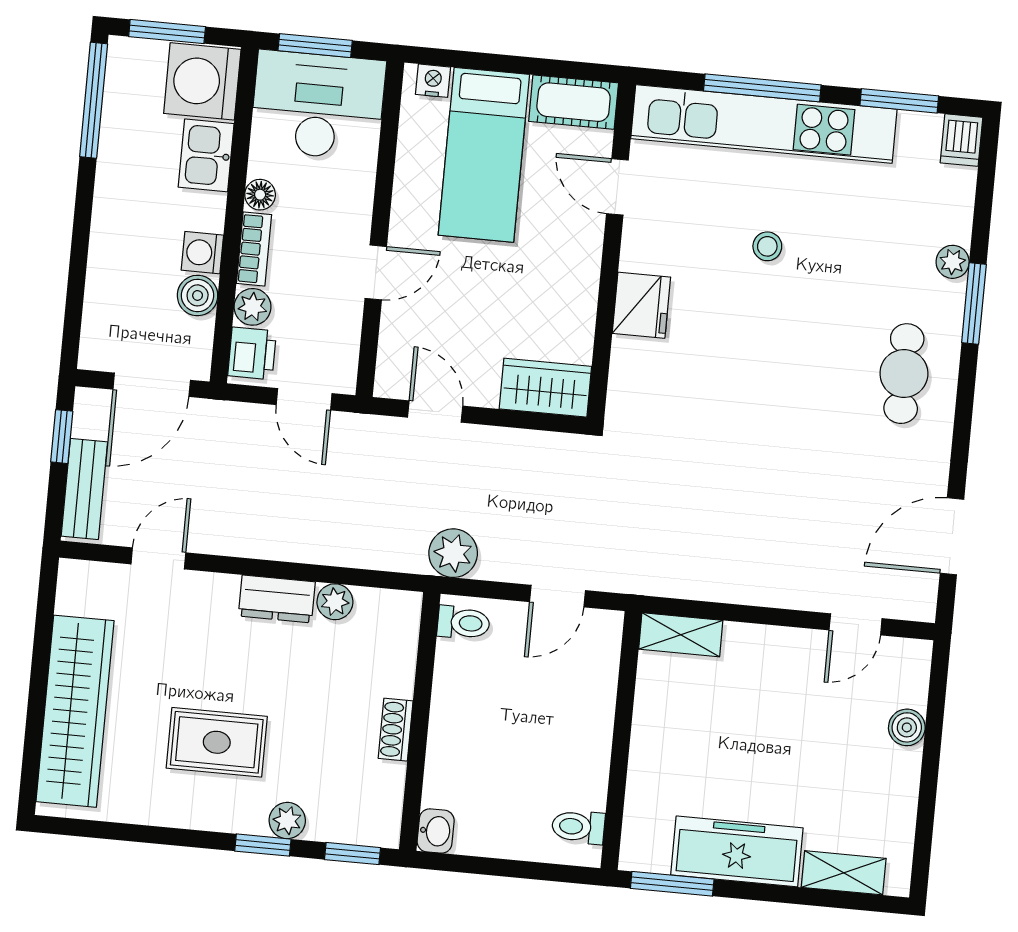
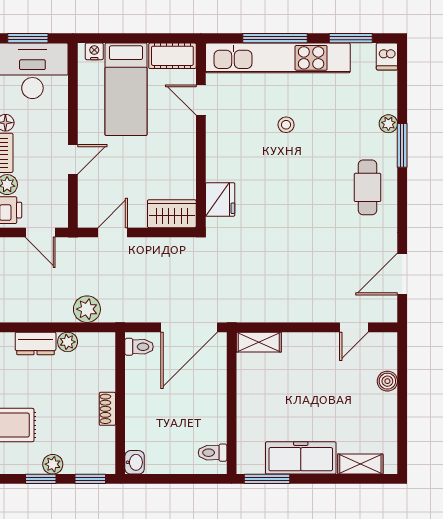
fridge: (641, 305) -> (220, 199), moved
door: (435, 412) -> (113, 232), hinge flipped
plant: (453, 553) -> (87, 309), moved
door: (558, 596) -> (189, 327), width x1.88

